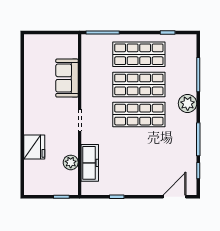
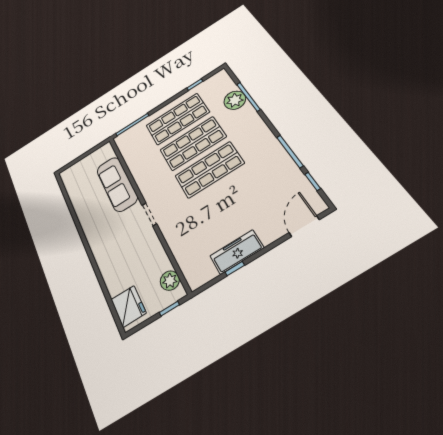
sofa: (67, 78) -> (117, 184), width x1.36
plant: (188, 103) -> (235, 100), moved
fridge: (34, 147) -> (128, 306), moved
plant: (71, 162) -> (170, 281), moved
freezer: (90, 163) -> (237, 252), moved, turned -90

